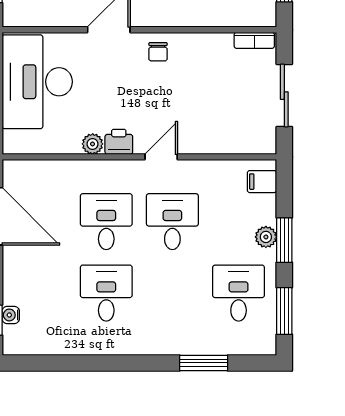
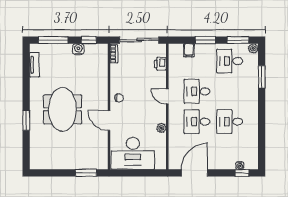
sliding door: (284, 96) -> (139, 40), width x1.37
printer: (119, 142) -> (160, 64), moved
filing cabinet: (262, 182) -> (189, 50), moved
plant: (266, 237) -> (253, 48), moved

